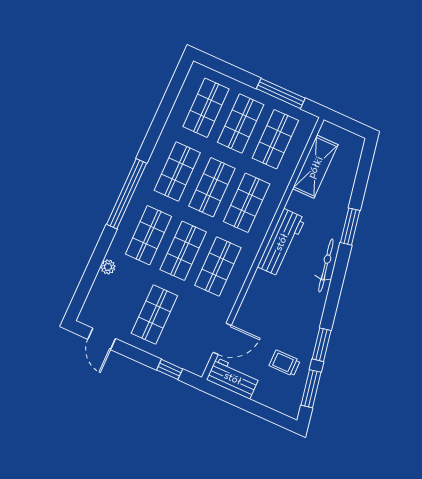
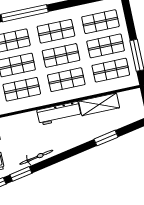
shelving: (315, 167) -> (99, 104), moved
window: (350, 227) -> (106, 138), moved
bicycle: (326, 265) -> (36, 157), moved

